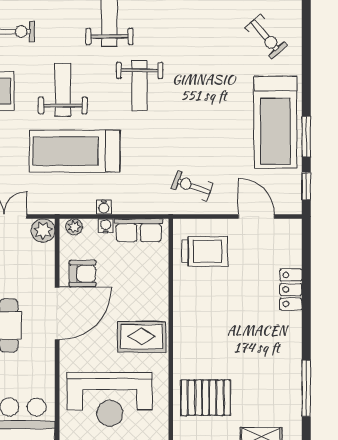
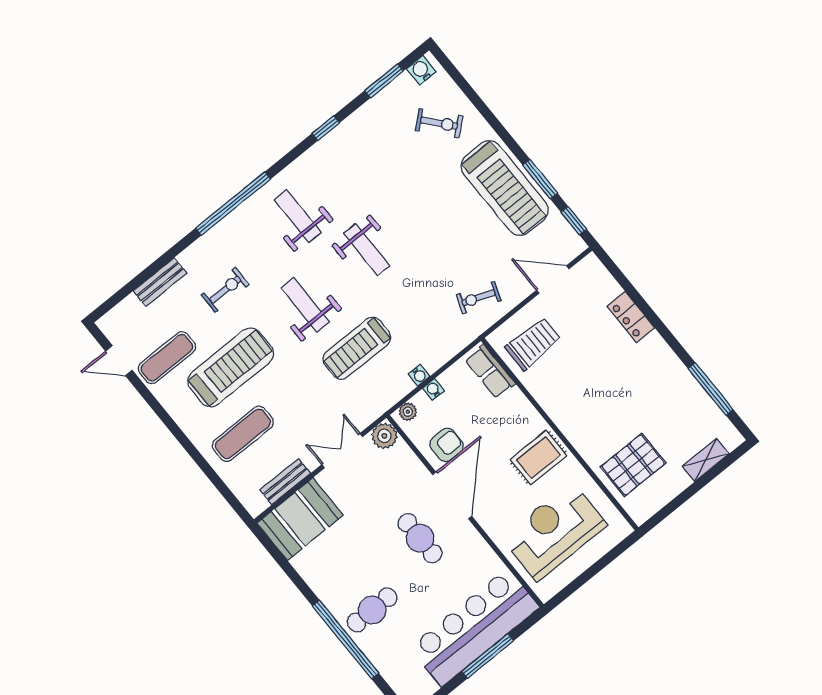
treadmill: (75, 151) -> (357, 348), width x0.73, depth x0.73
row of seats: (139, 230) -> (490, 372), moved, turned 90
reception desk: (110, 399) -> (554, 531), turned 180

